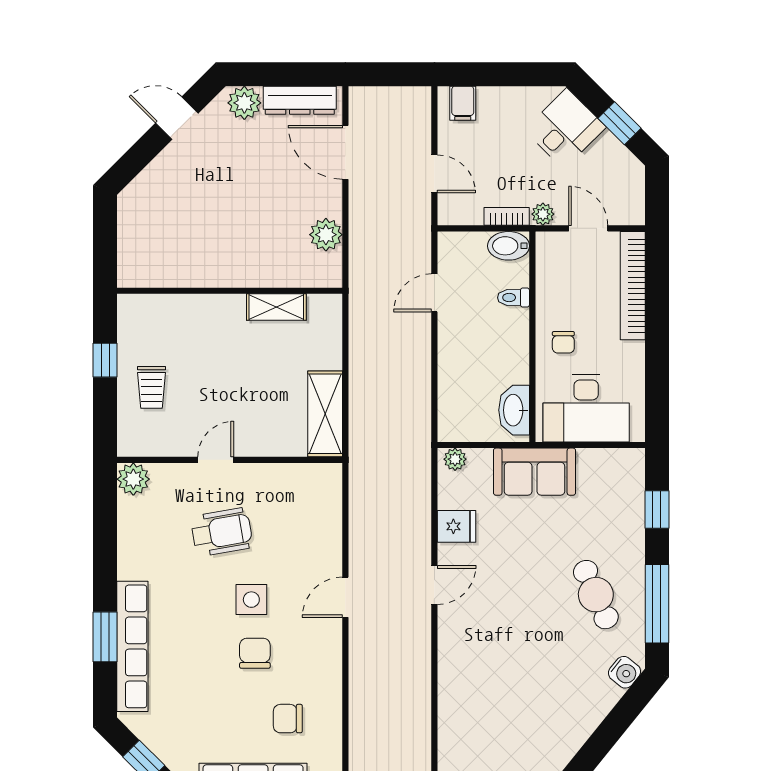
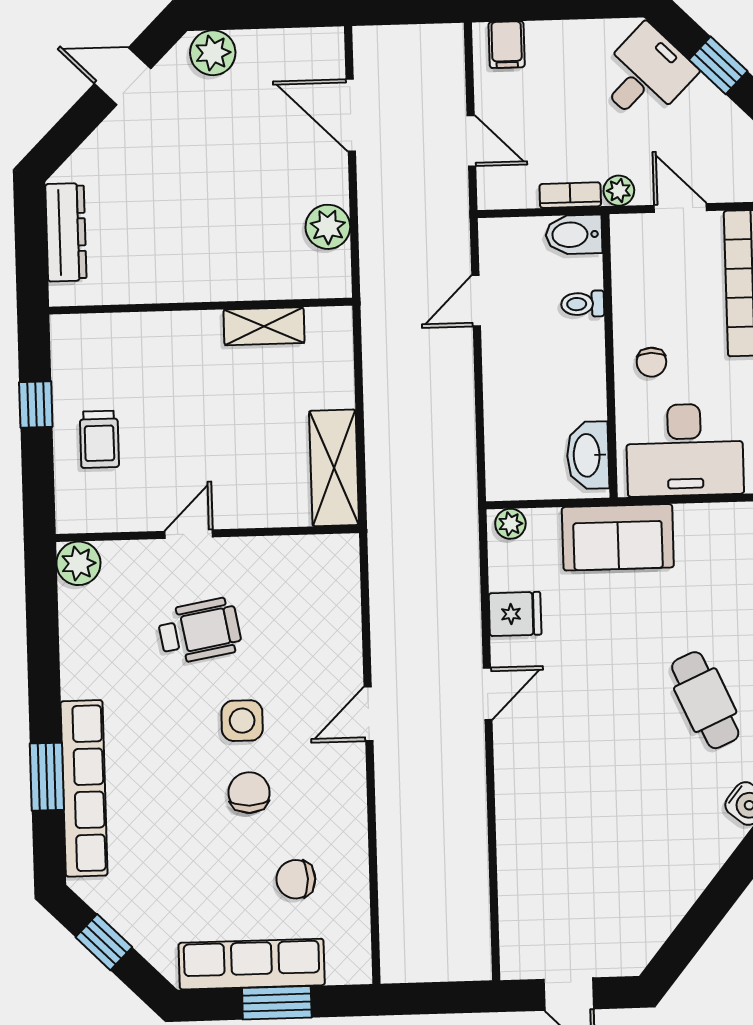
dresser: (300, 100) -> (66, 232), moved, turned -90

